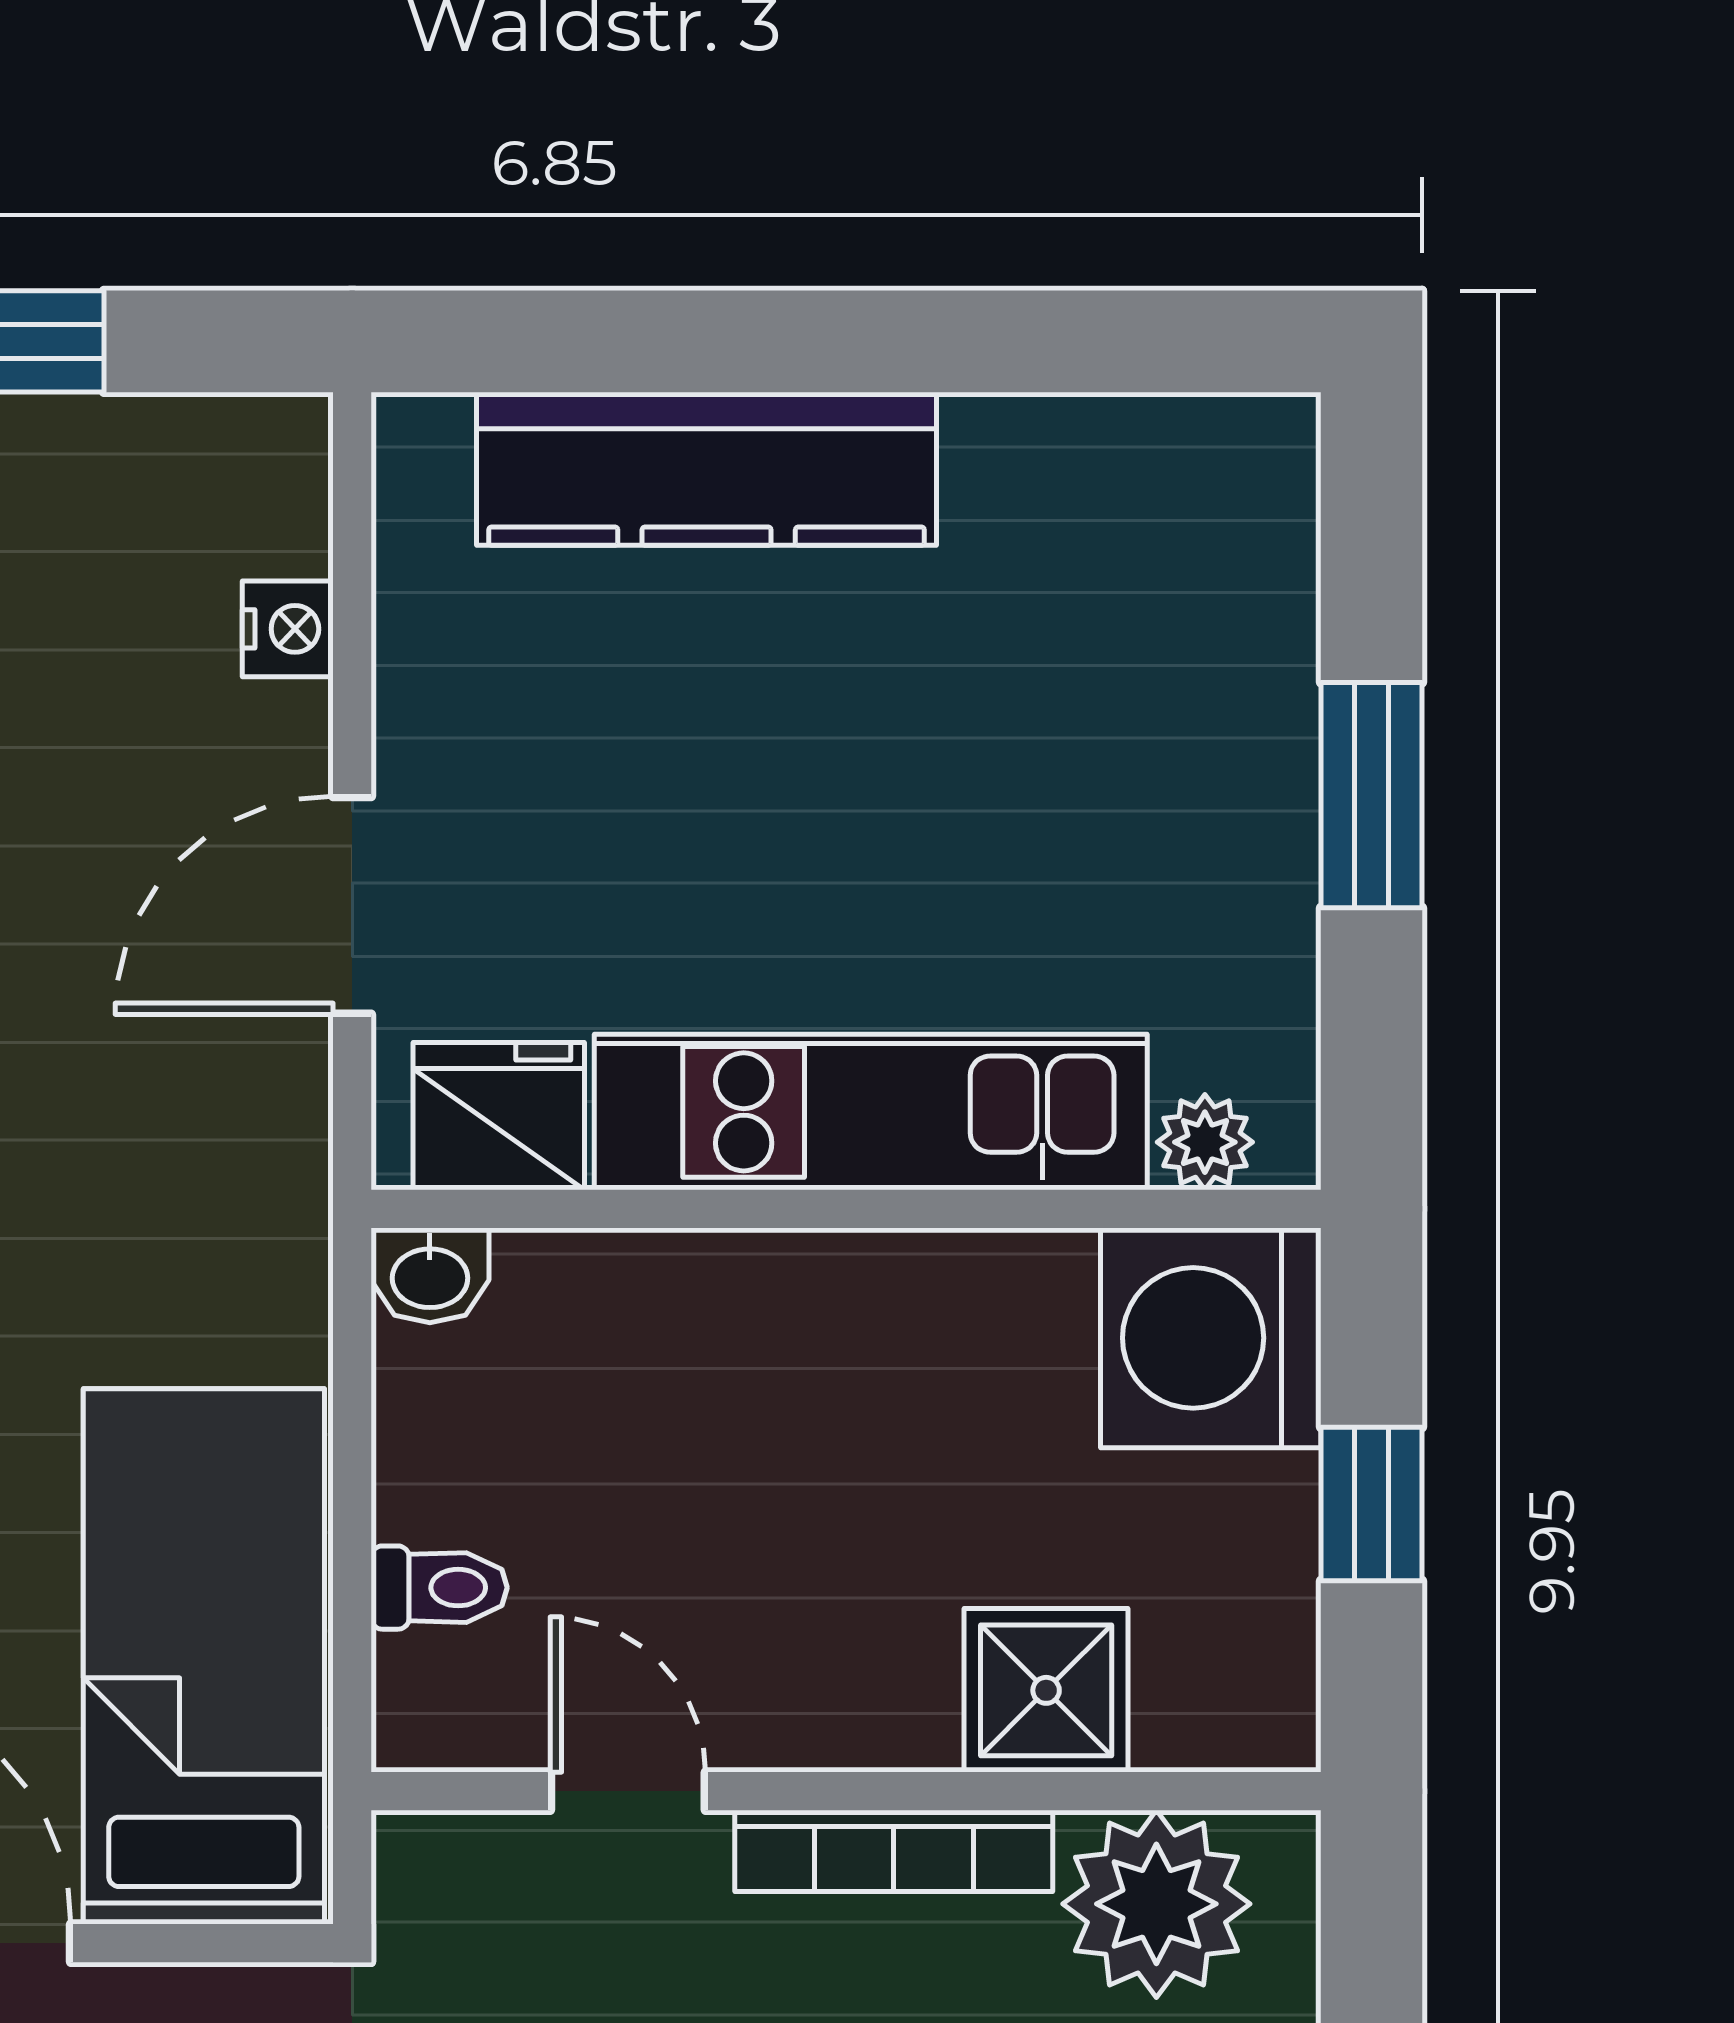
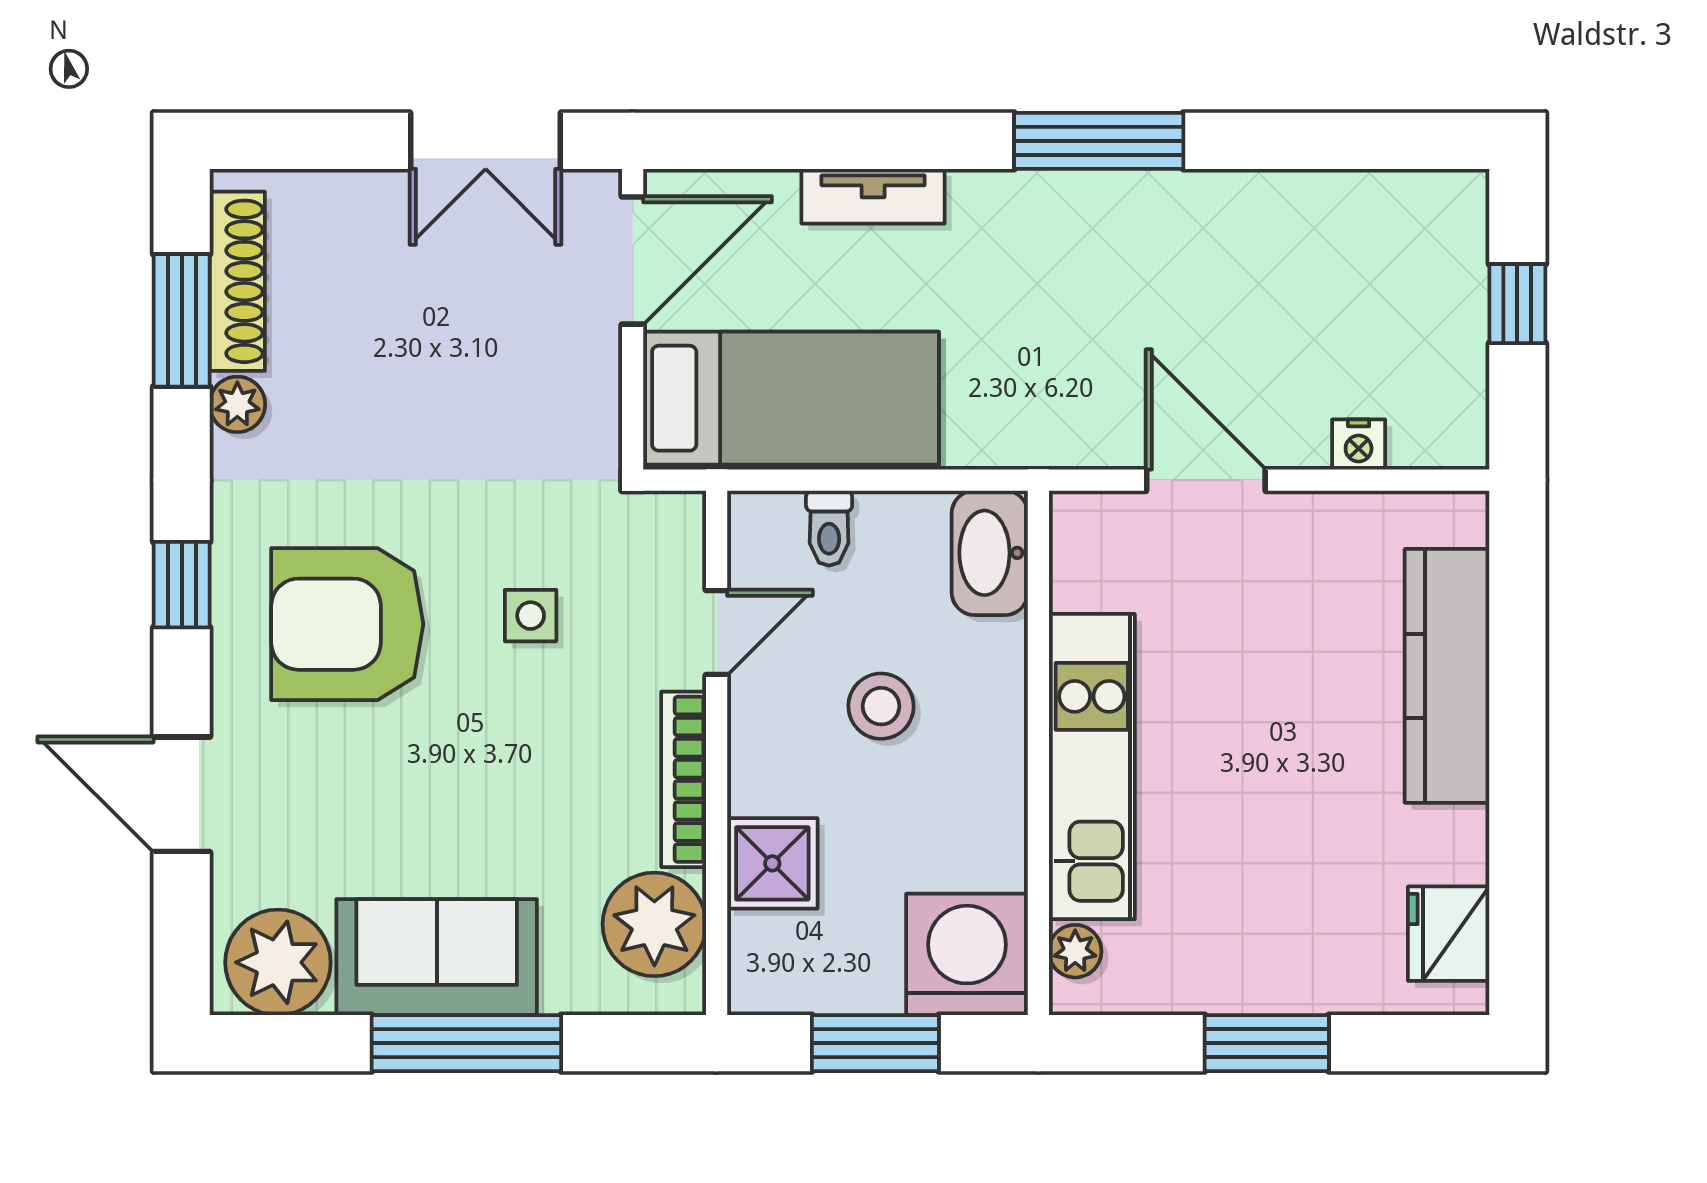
fridge: (499, 1116) -> (1449, 934), moved, turned 180
washbasin: (430, 1275) -> (990, 553), width x1.91, depth x1.45
stool: (761, 1494) -> (881, 706), added
window: (1371, 1504) -> (875, 1043), width x1.50

